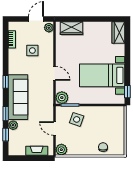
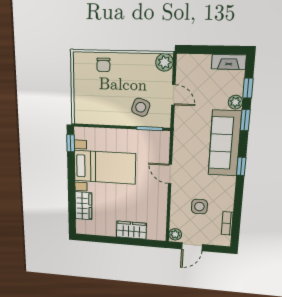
wardrobe: (71, 28) -> (131, 230), moved
wardrobe: (118, 33) -> (83, 206), moved
plant: (62, 98) -> (161, 140), removed
fireplace: (37, 151) -> (229, 62), moved

